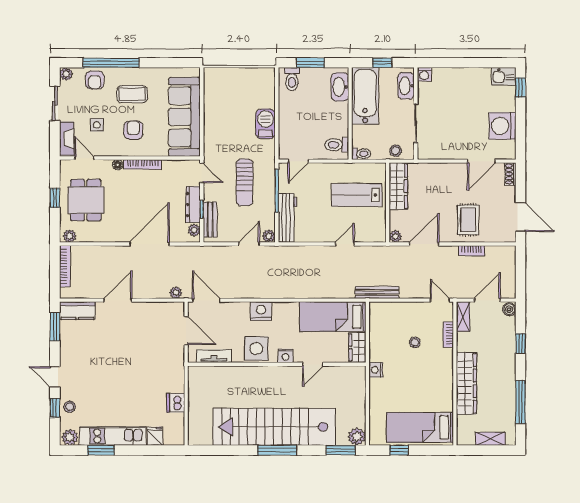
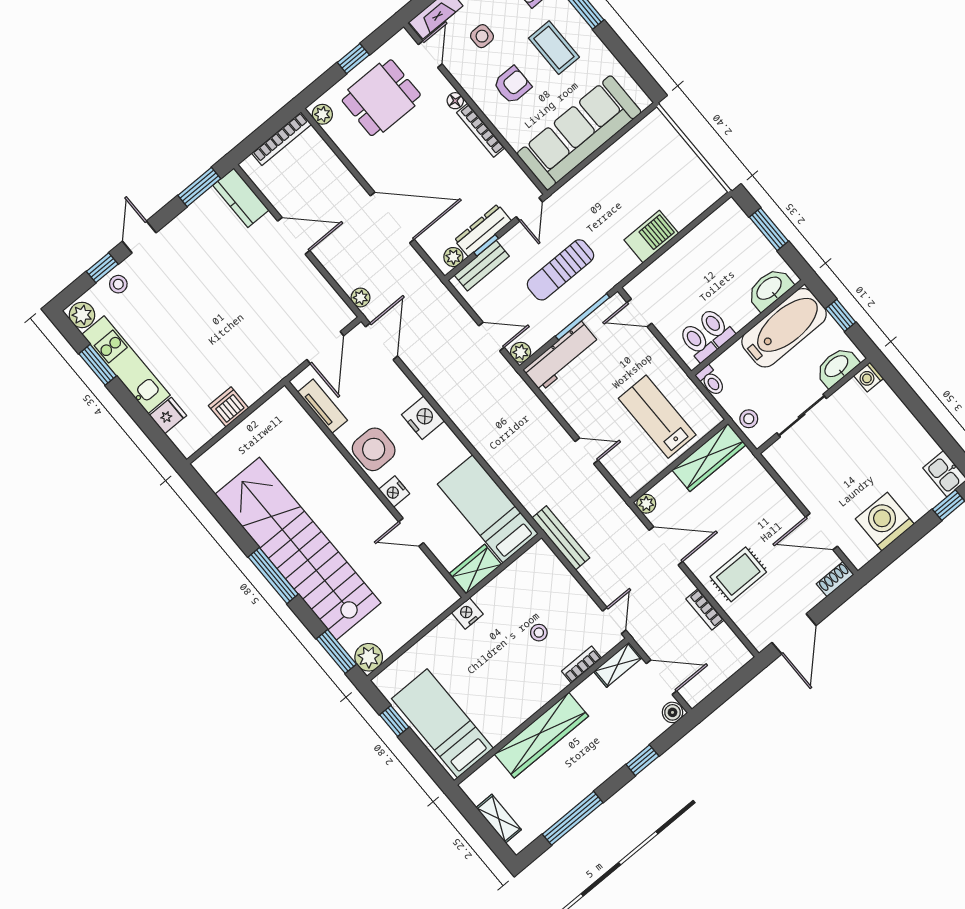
toilet: (292, 79) -> (716, 327), moved, turned 90

